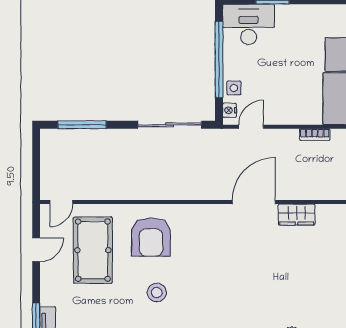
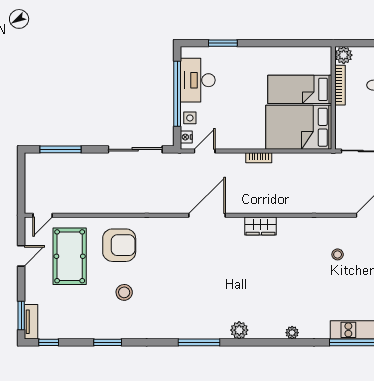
desk: (249, 24) -> (198, 80), moved, turned -90
wardrobe: (297, 215) -> (260, 226), moved
armchair: (151, 237) -> (119, 245), turned -90

